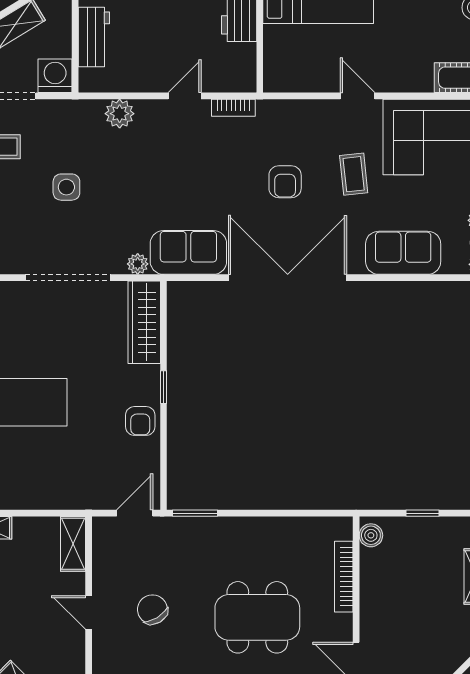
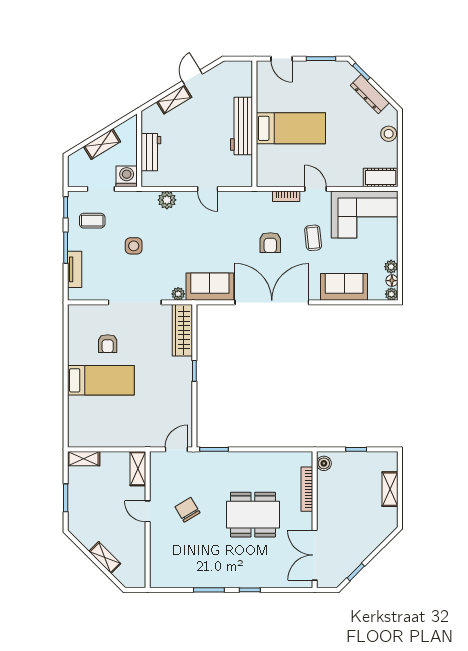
door: (185, 96) -> (208, 189), swing flipped
bookcase: (233, 108) -> (286, 196), moved
armchair: (140, 421) -> (108, 344), moved

